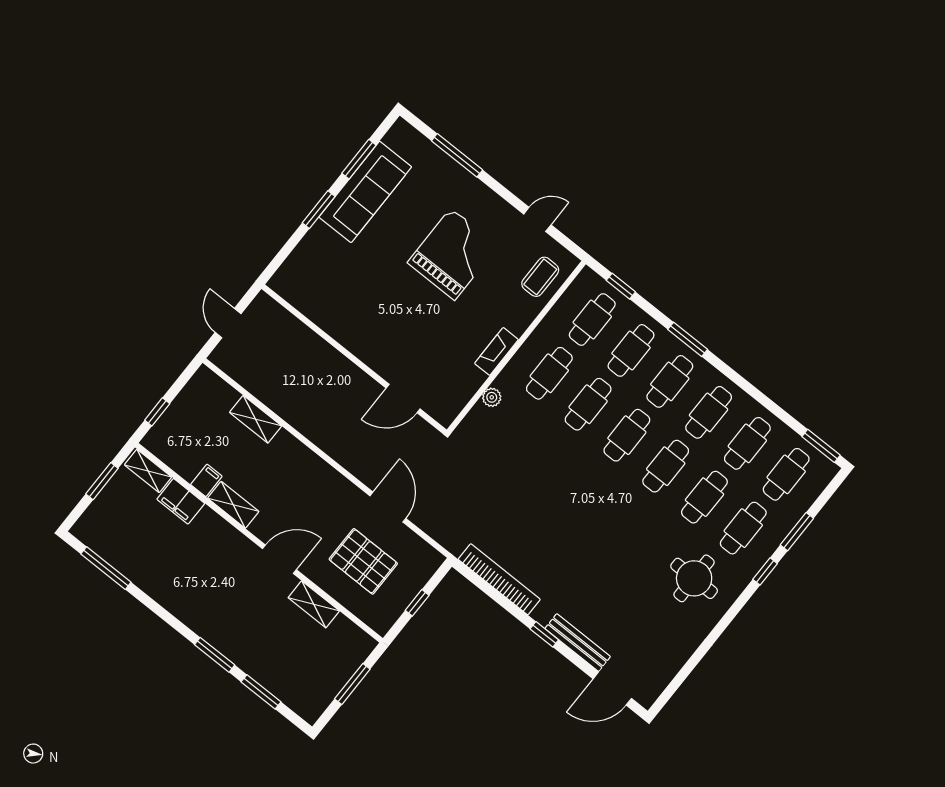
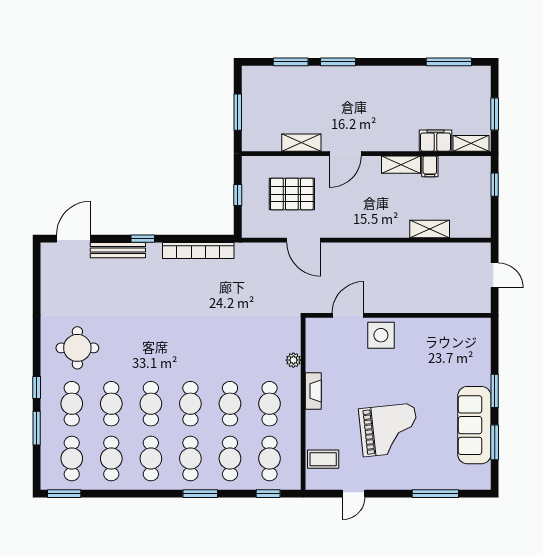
grand piano: (453, 254) -> (389, 430), turned -96
coffee table: (540, 277) -> (323, 459), turned 90
side table: (386, 353) -> (381, 335), added

